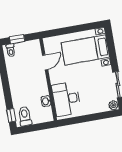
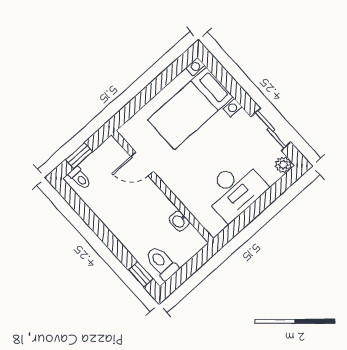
door: (45, 62) -> (142, 164), swing flipped
desk: (66, 99) -> (235, 190), moved, turned -90

